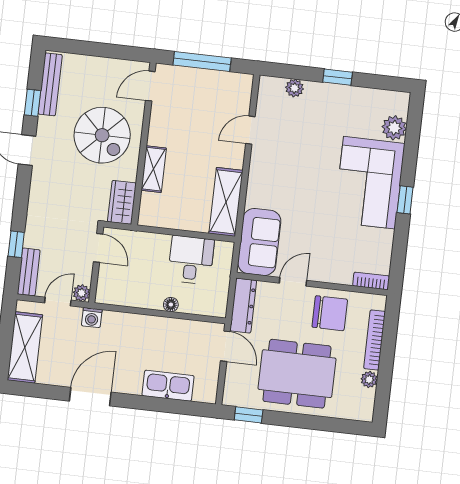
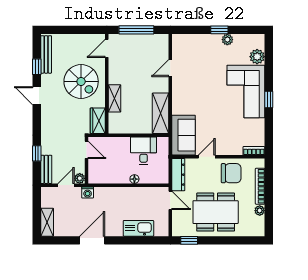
plant: (295, 88) -> (227, 40), moved
shelving: (25, 347) -> (47, 222), width x0.67, depth x0.75

